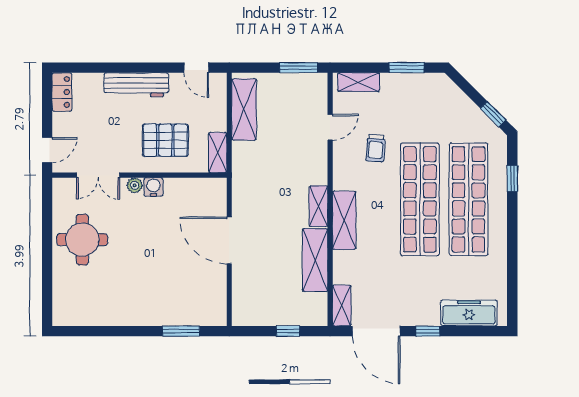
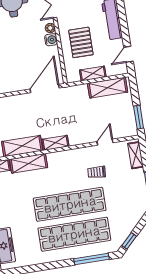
door: (330, 127) -> (105, 142), swing flipped
shelving: (218, 153) -> (93, 74), moved
window: (512, 179) -> (91, 259), width x2.17
shelving: (344, 220) -> (29, 163), moved
door: (229, 240) -> (45, 88), moved

